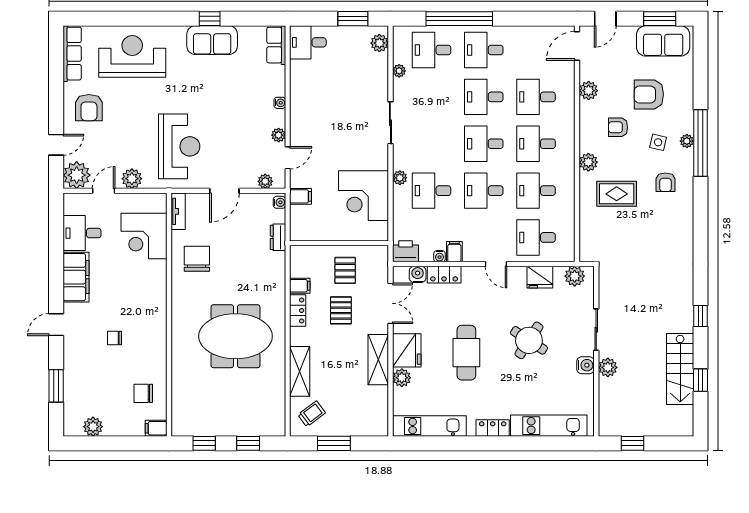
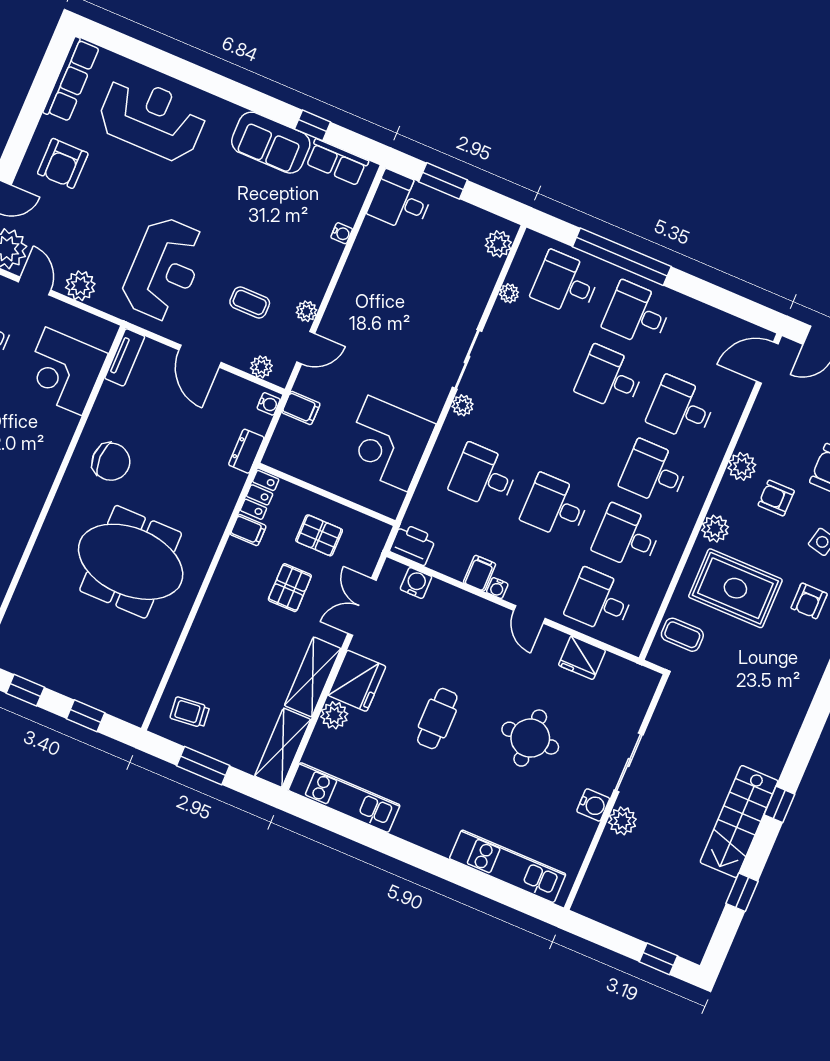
window: (210, 19) -> (313, 125), moved
window: (353, 19) -> (443, 181), moved
row of seats: (276, 45) -> (337, 162), moved, turned -90
plant: (589, 91) -> (742, 466), moved
water cooler: (280, 103) -> (342, 233), moved
desk: (484, 144) -> (583, 442), removed
coffee table: (241, 145) -> (250, 302), added
plant: (400, 178) -> (463, 405), moved
door: (104, 191) -> (35, 286), hinge flipped
door: (224, 191) -> (200, 356), hinge flipped
rug: (617, 194) -> (735, 588), width x1.36, depth x1.43
coffee table: (596, 236) -> (682, 635), added
water cooler: (439, 256) -> (497, 588), moved
chair: (197, 259) -> (111, 462), moved, turned 90
pallet: (345, 270) -> (319, 535), turned 90
locker: (444, 275) -> (452, 599), removed
plant: (575, 276) -> (630, 677), removed
double door: (390, 303) -> (362, 607), swing flipped
locker: (298, 310) -> (260, 495), moved
round table: (529, 340) -> (530, 738), turned -33
cafe table: (466, 353) -> (437, 719), width x0.73, depth x0.74
stairs: (680, 369) -> (739, 822), moved
shelving: (300, 371) -> (283, 748), moved
trolley: (312, 414) -> (190, 712), turned -149
locker: (493, 428) -> (430, 837), removed
window: (632, 443) -> (658, 959), moved

